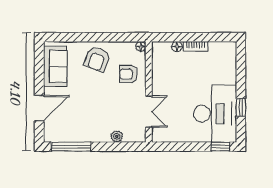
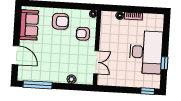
armchair: (97, 59) -> (60, 21), turned -110
door: (39, 108) -> (16, 55), hinge flipped
desk: (215, 114) -> (146, 52), moved

